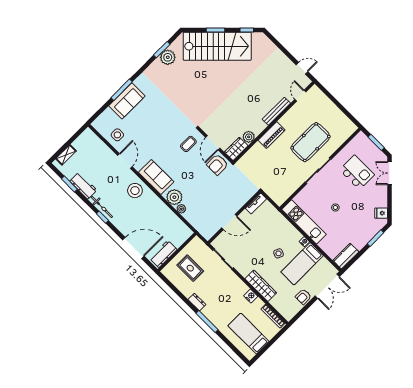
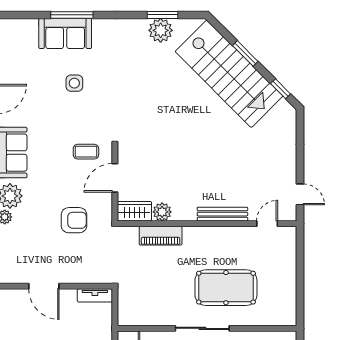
side table: (117, 135) -> (74, 83), moved
piano: (272, 135) -> (161, 236), moved
armchair: (217, 165) -> (74, 220), moved, turned 180

